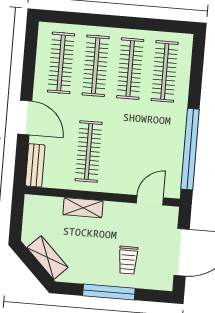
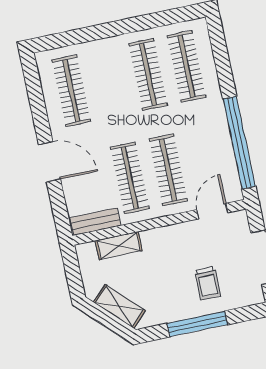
clothes rail: (96, 66) -> (168, 170), moved
bench: (35, 165) -> (95, 222), moved, turned 90
shelving: (83, 208) -> (119, 246), moved

